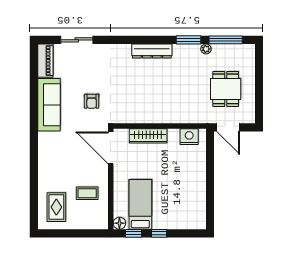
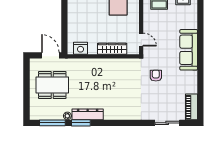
dresser: (152, 51) -> (88, 114), moved
dining table: (226, 89) -> (52, 85), width x1.38
sofa: (49, 105) -> (189, 50), moved
door: (111, 148) -> (141, 40), width x0.53

